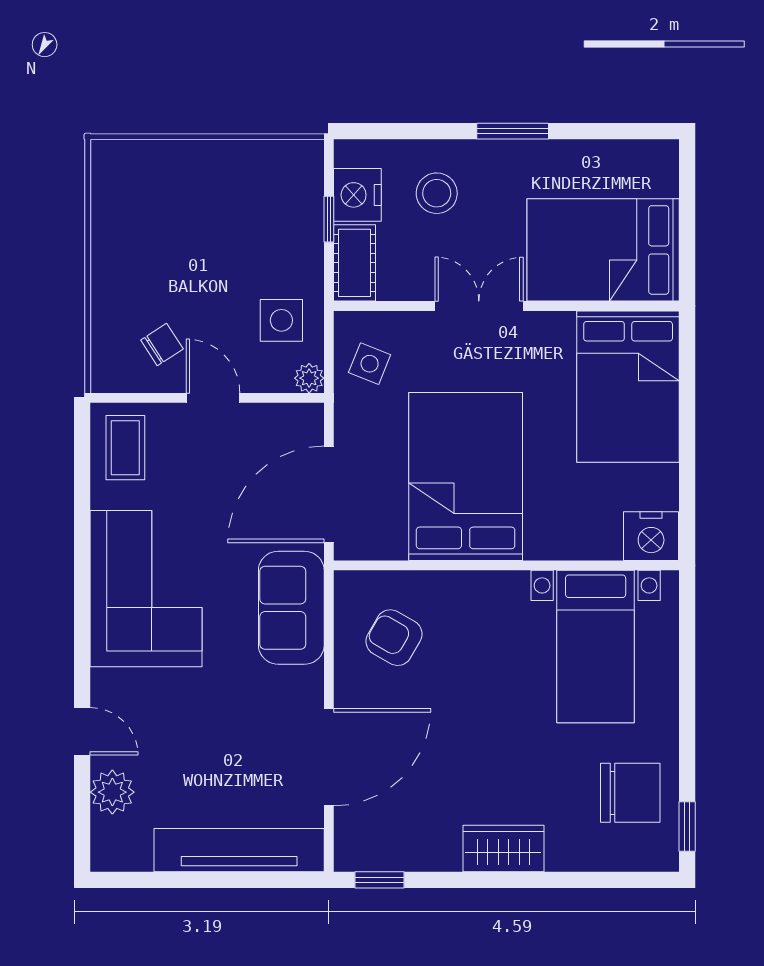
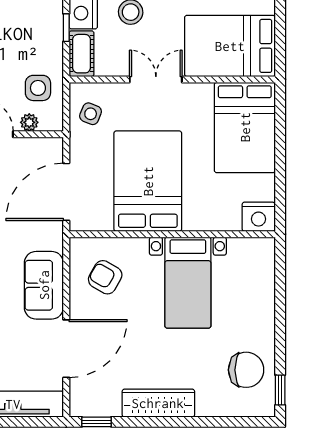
plant: (309, 378) -> (29, 122), moved
sofa: (291, 608) -> (44, 285), moved
bed with nightstands: (596, 646) -> (188, 283), moved
wardrobe: (503, 848) -> (158, 403), width x1.50

